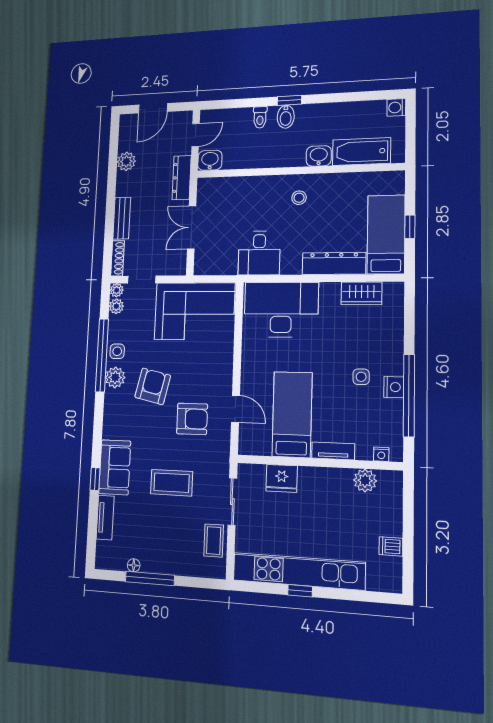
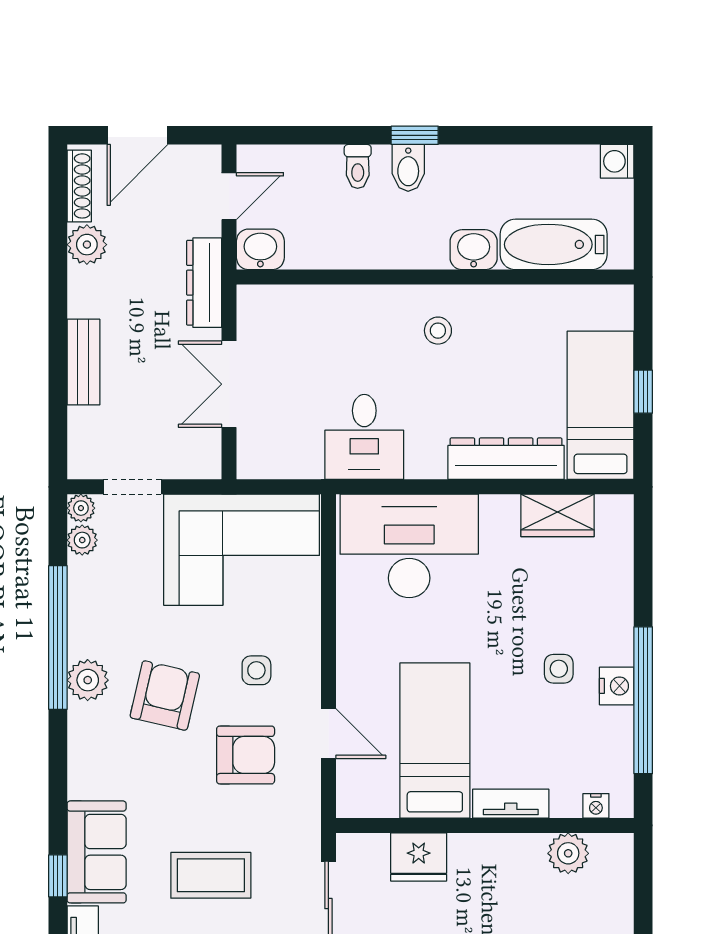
shoe rack: (118, 258) -> (79, 186), moved
side table: (117, 351) -> (256, 670), moved

